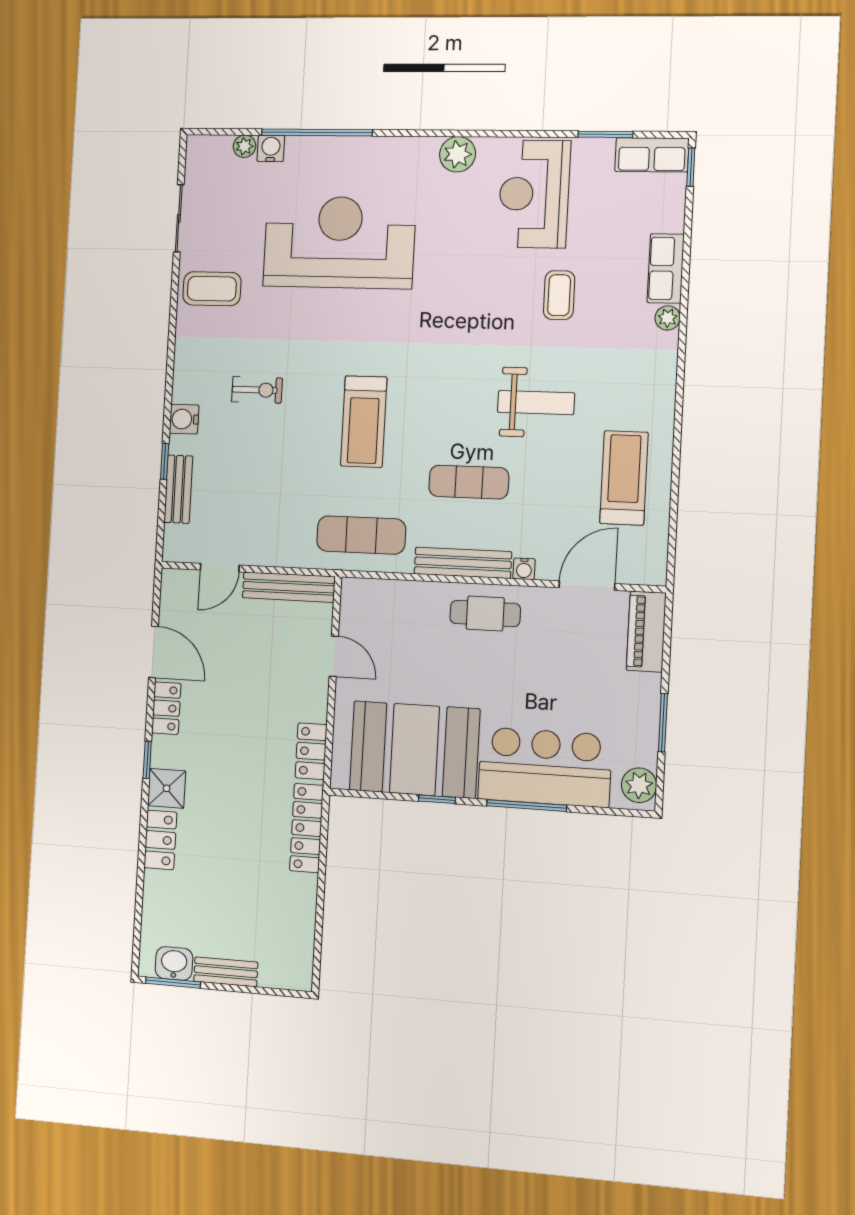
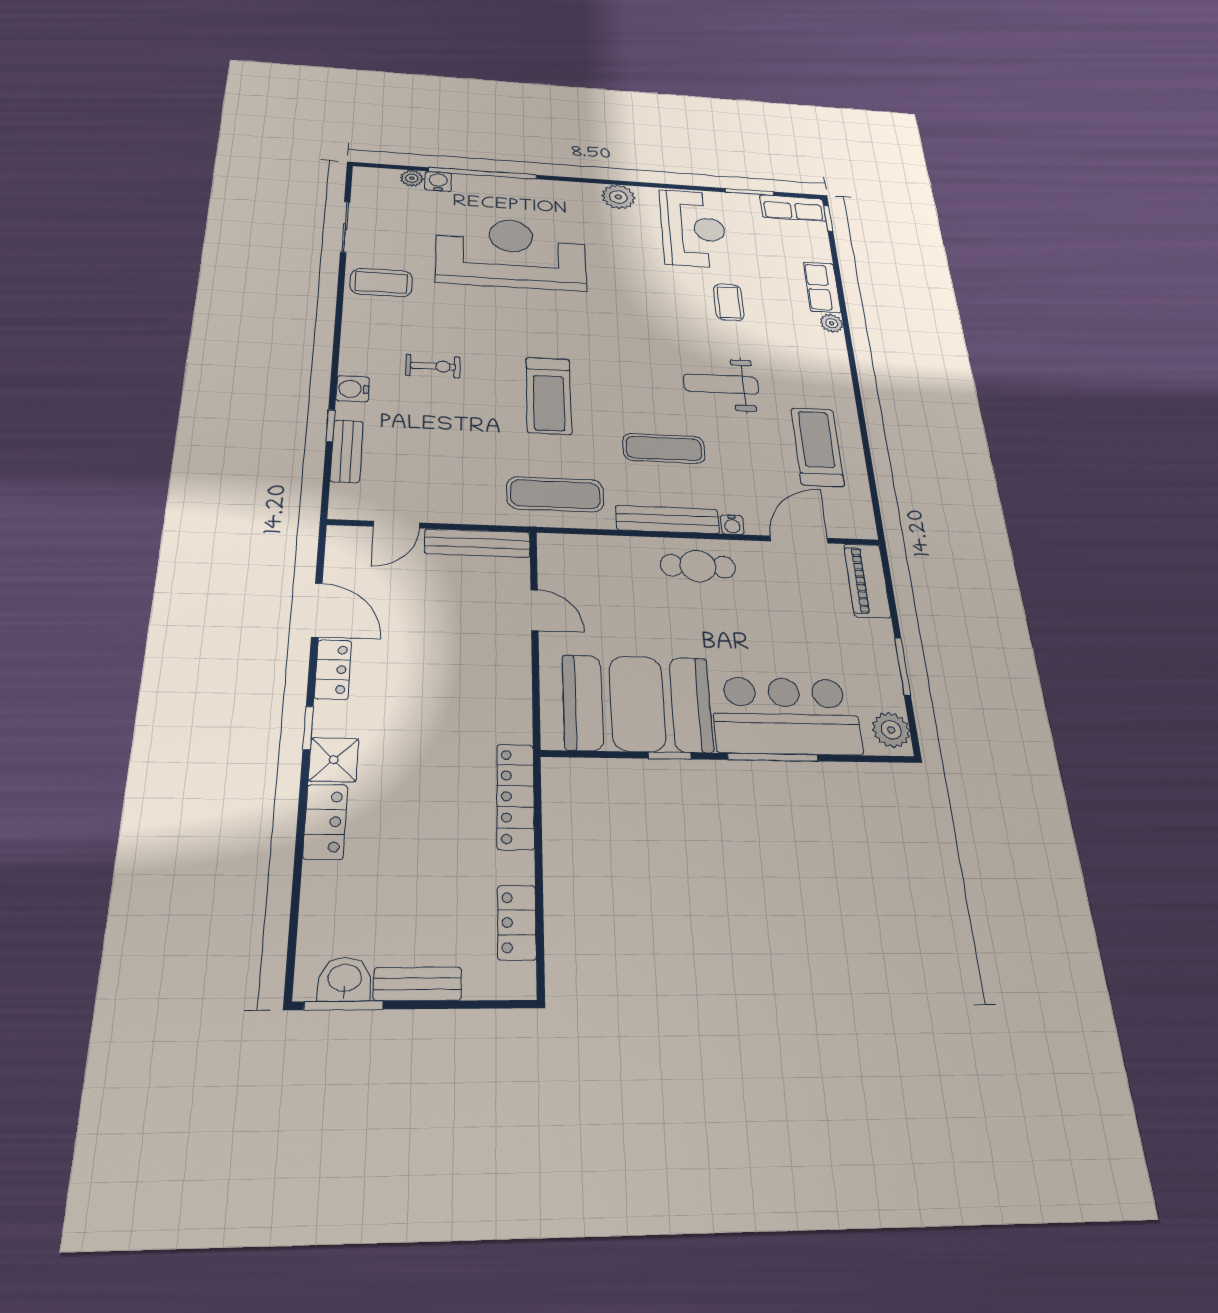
reception desk: (534, 194) -> (693, 229), turned 180
weight bench: (536, 403) -> (721, 384), turned 180
locker: (311, 751) -> (517, 923), moved

